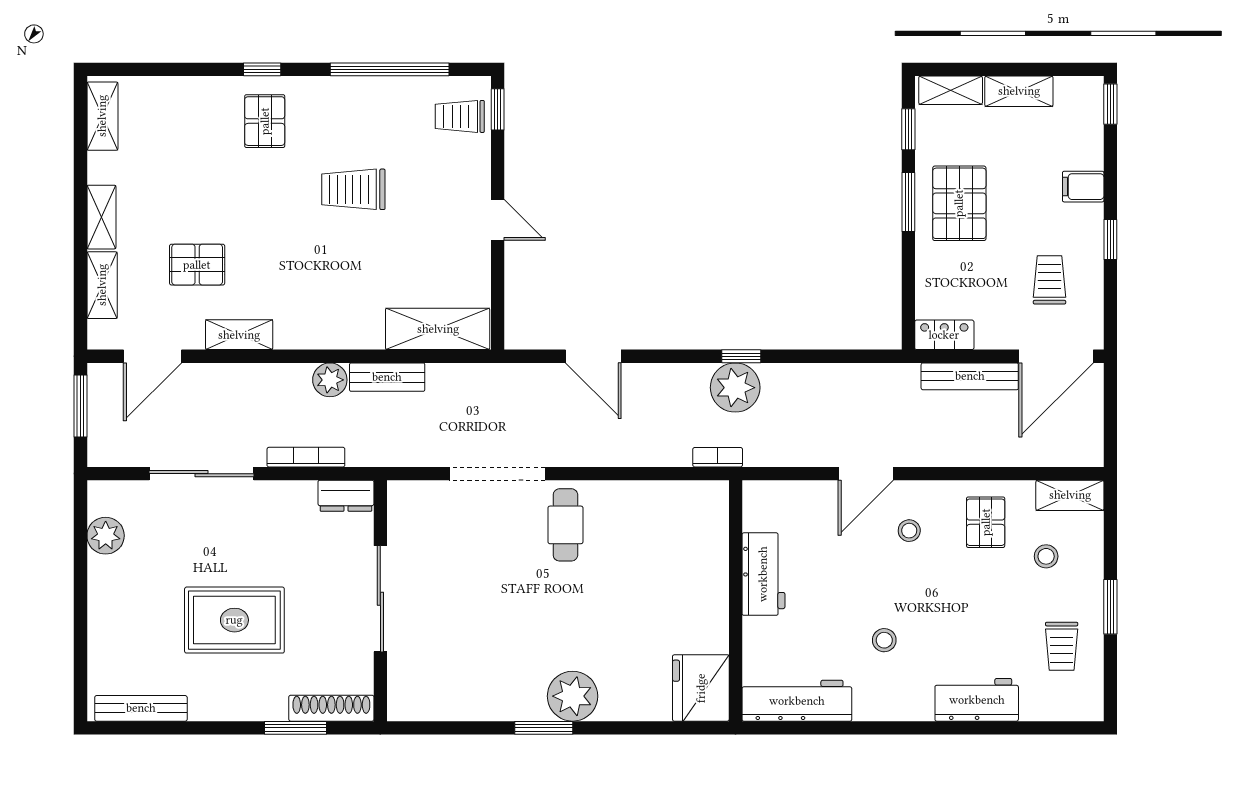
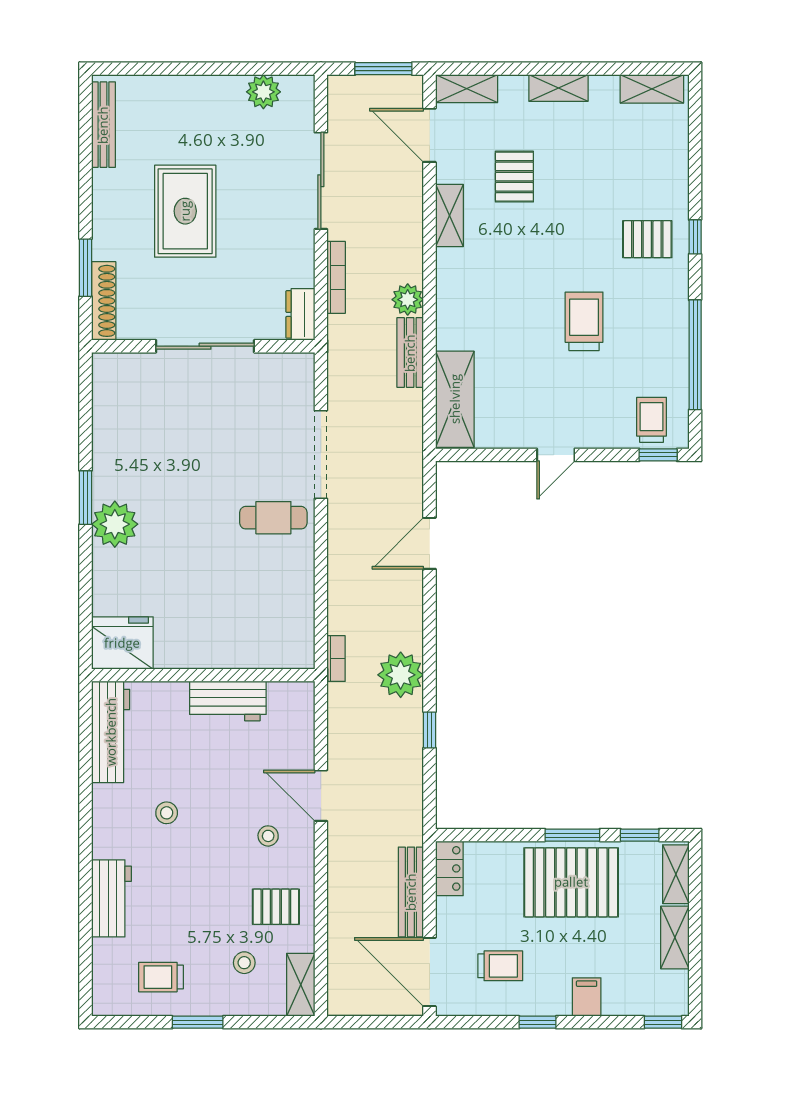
pallet: (959, 203) -> (571, 882), width x1.37, depth x1.41
shelving: (102, 285) -> (467, 89), moved
window: (741, 356) -> (430, 730), moved

